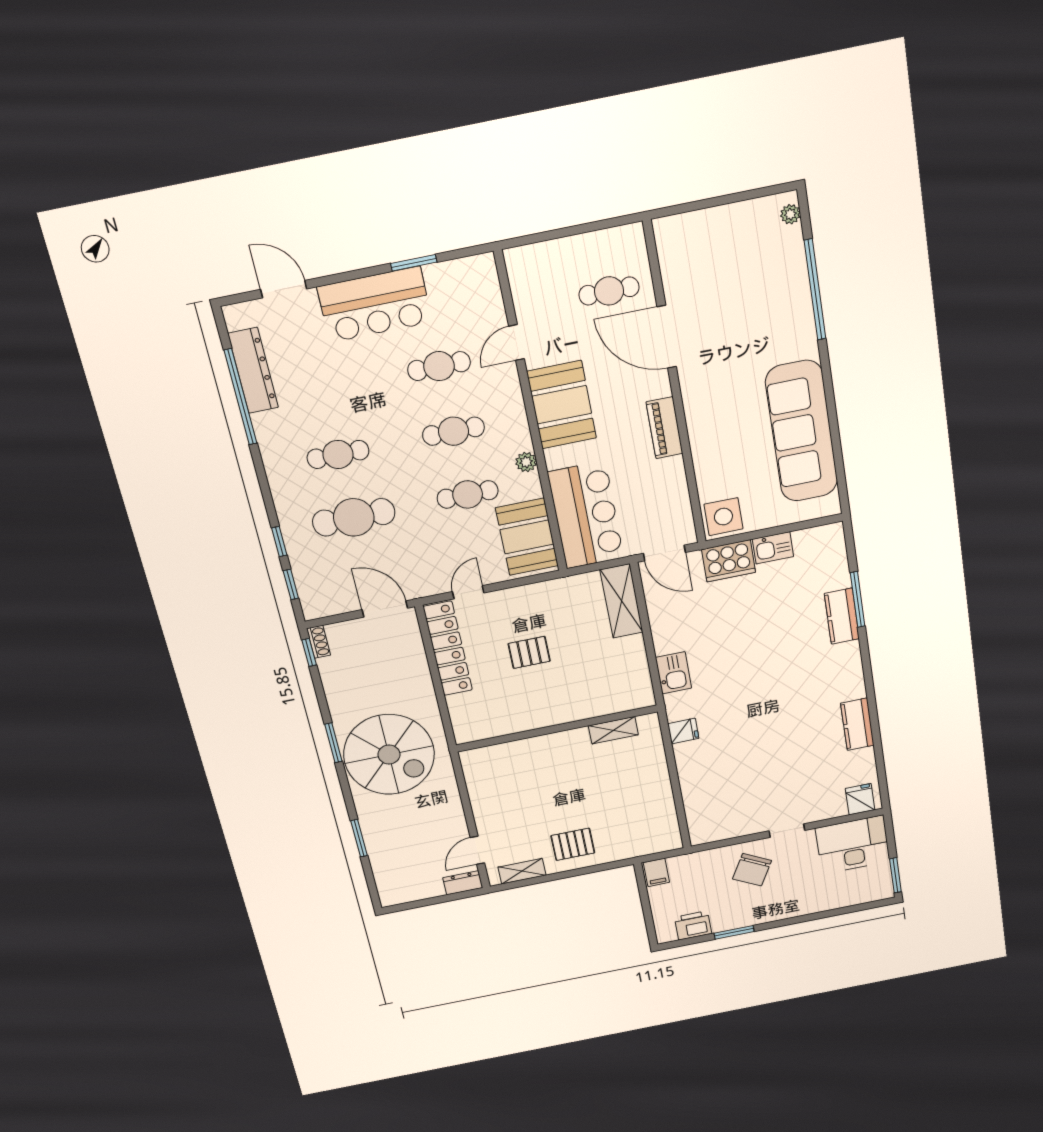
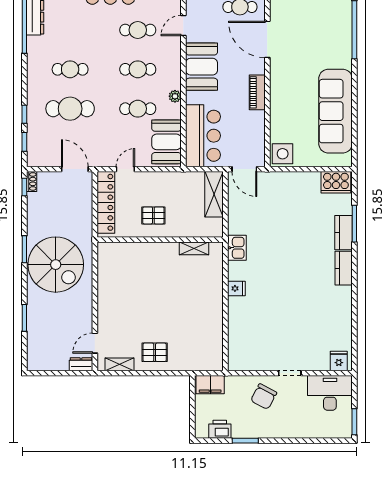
kitchen sink: (773, 548) -> (309, 180), removed
cooker: (729, 561) -> (336, 182), moved
kitchen counter: (857, 724) -> (344, 268), moved
wall: (557, 728) -> (160, 240), moved
shelving: (613, 730) -> (194, 248), moved
filing cabinet: (656, 872) -> (210, 385), width x2.00

